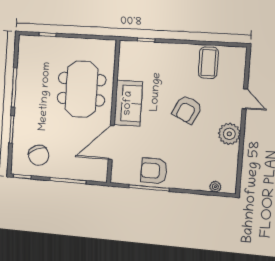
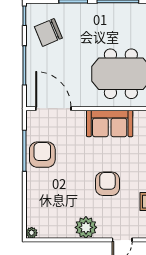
armchair: (187, 109) -> (107, 184), turned 65
door: (111, 142) -> (53, 109), moved
plant: (215, 187) -> (32, 233), moved

